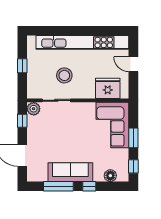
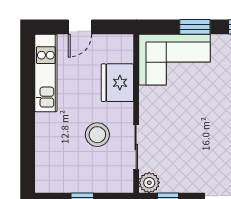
kitchen unit: (82, 42) -> (46, 73), width x0.54
fridge: (108, 88) -> (117, 83), moved

